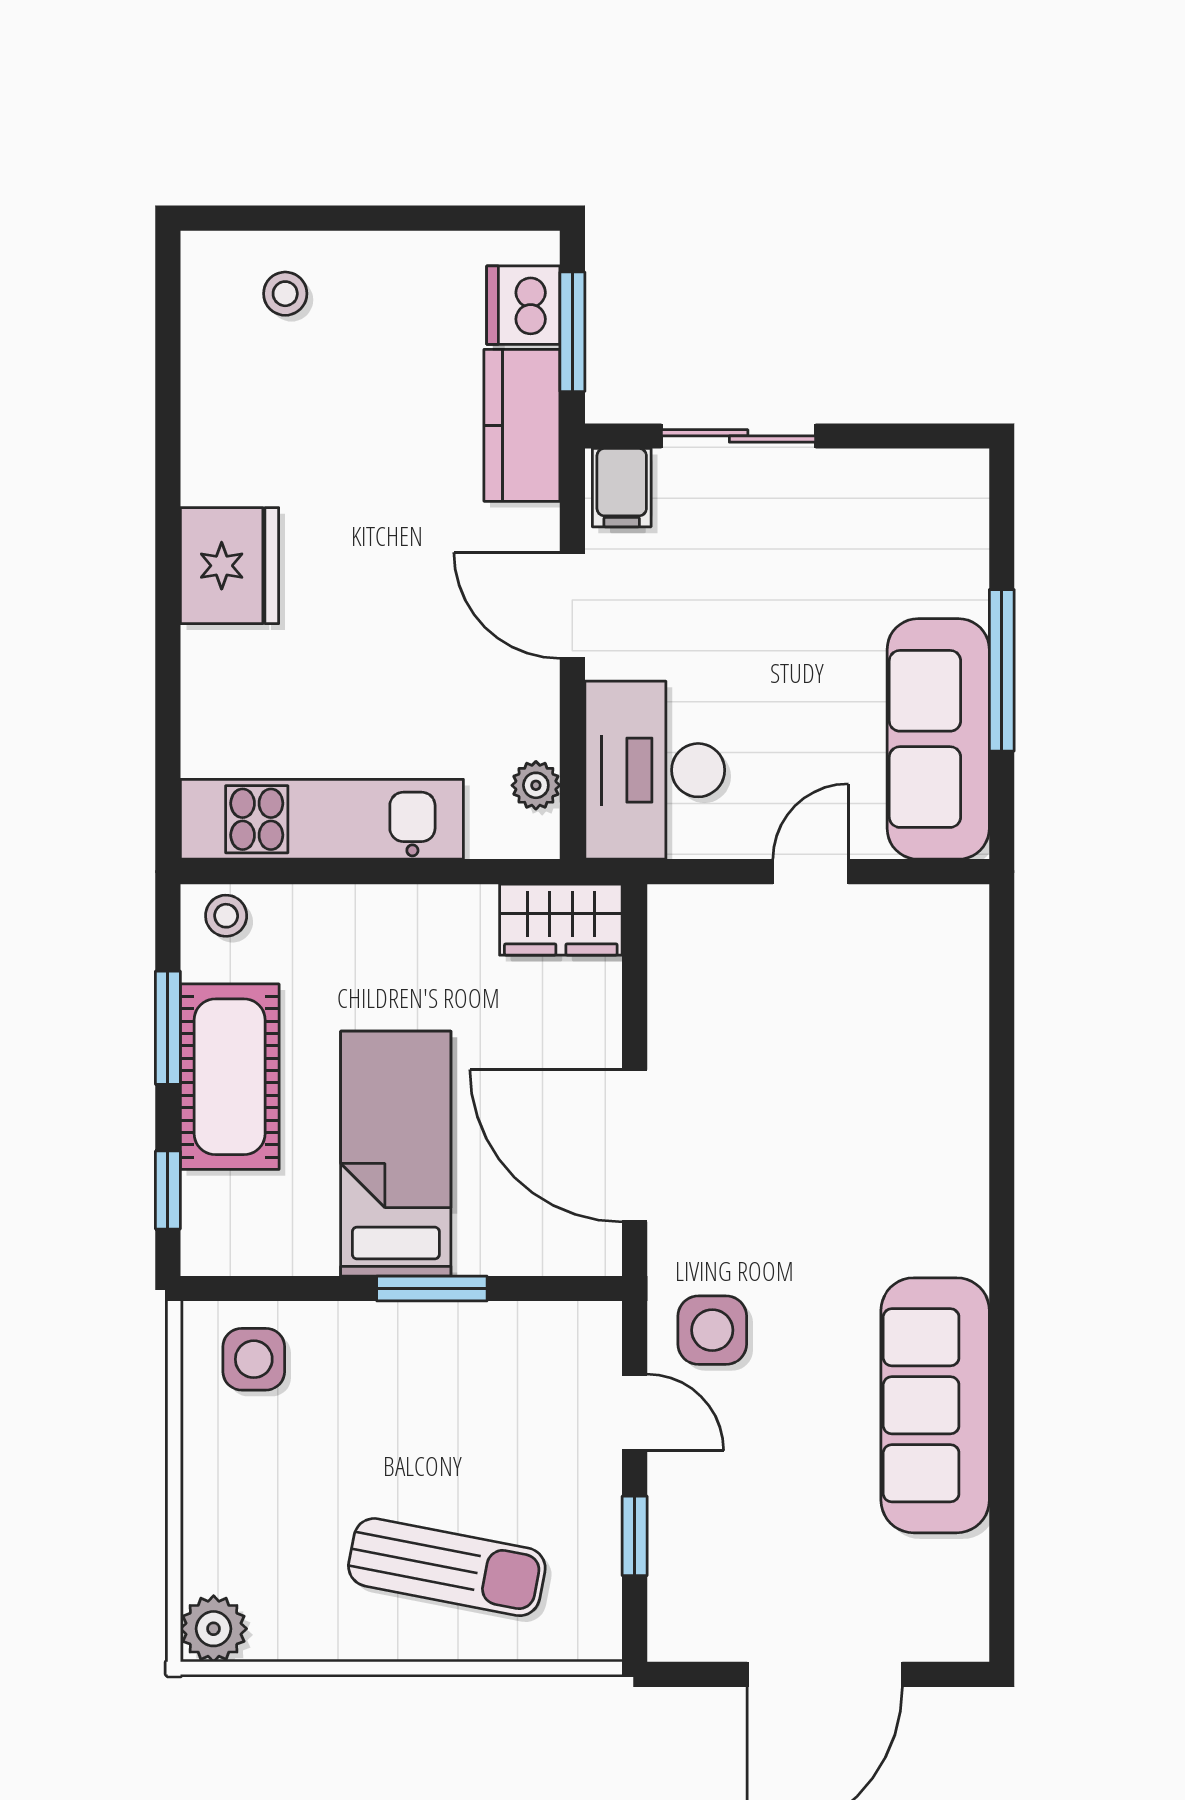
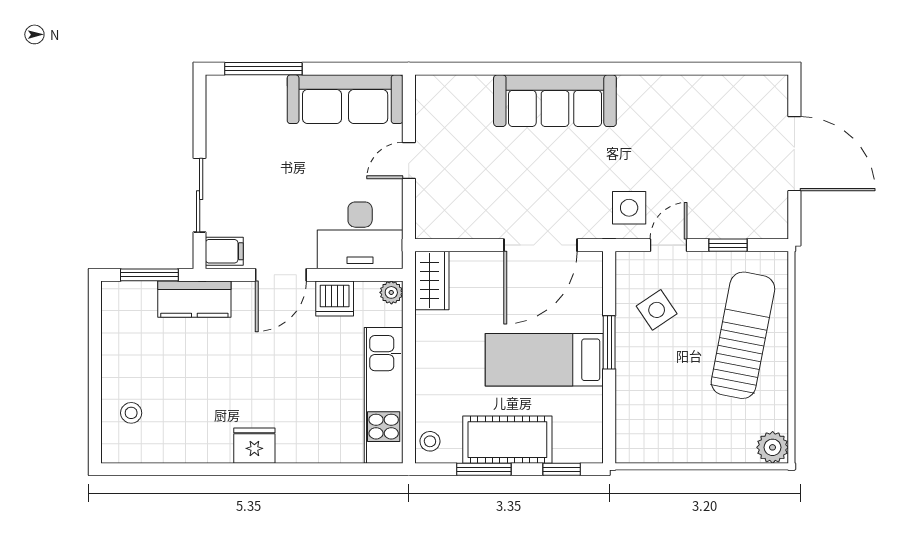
dishwasher: (523, 305) -> (335, 299), moved
fridge: (229, 566) -> (254, 446), width x0.73, depth x0.75
window: (1002, 670) -> (263, 69), moved
plant: (536, 785) -> (391, 292), moved
door: (811, 872) -> (409, 160), hinge flipped
side table: (254, 1359) -> (657, 310), moved, turned -34
sofa: (935, 1405) -> (555, 101), moved
sun lounger: (447, 1567) -> (743, 335), width x1.36, depth x1.34

